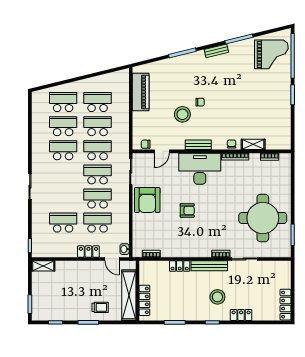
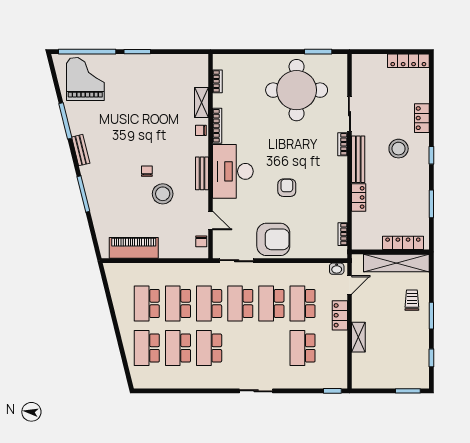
shelving: (43, 266) -> (358, 337), moved

